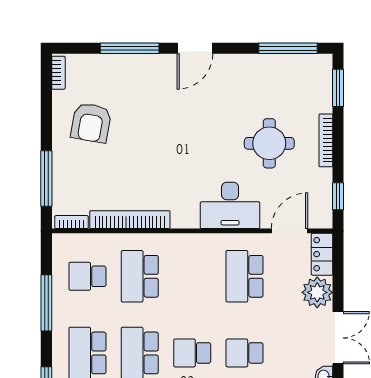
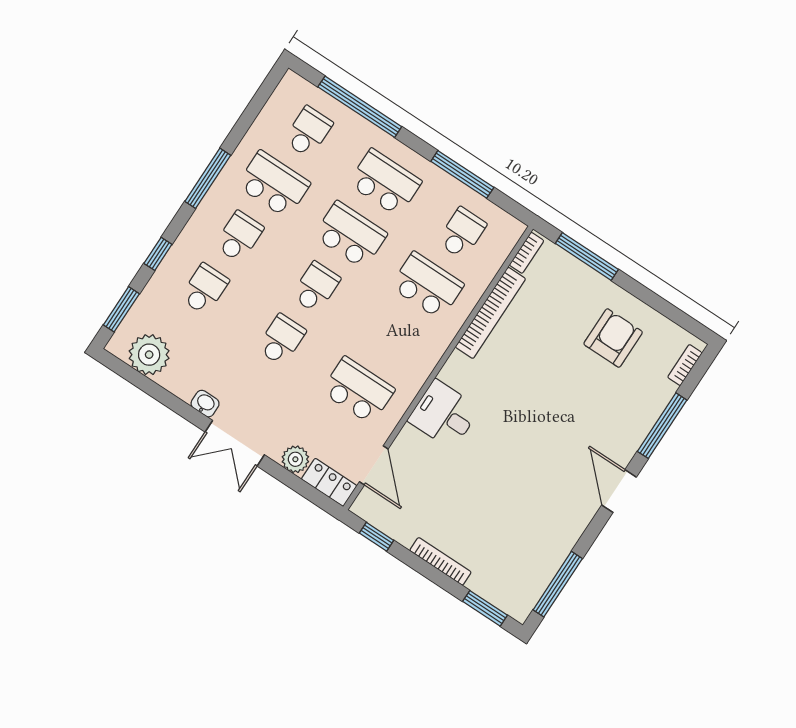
bookcase: (58, 73) -> (685, 365), moved, turned 90
armchair: (91, 123) -> (613, 338), turned 80
round table: (269, 143) -> (475, 503), removed
desk: (230, 205) -> (444, 414), width x0.73
plant: (317, 292) -> (295, 459), width x0.73, depth x0.73

